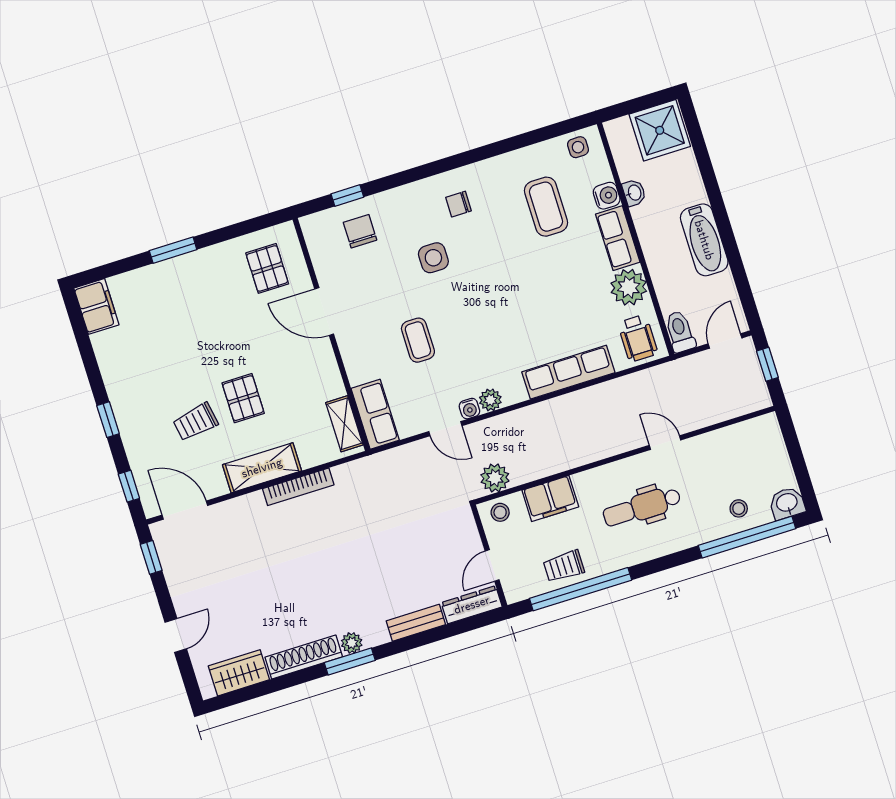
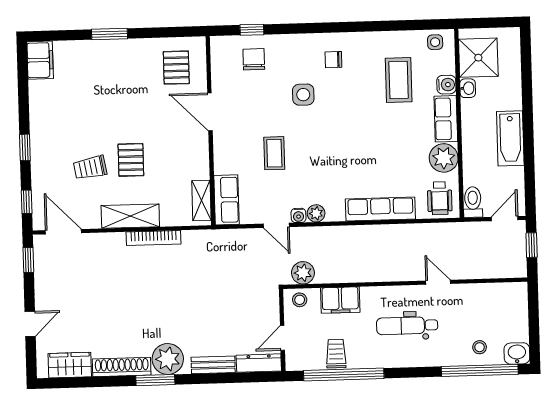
shower: (660, 130) -> (478, 58), moved
trolley: (564, 566) -> (336, 354), turned 90
plant: (352, 643) -> (168, 359), width x1.87, depth x1.87

